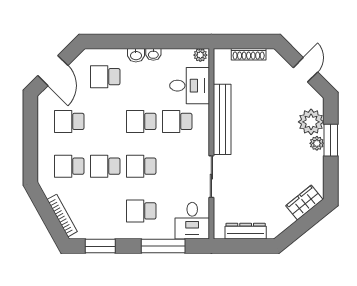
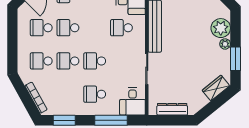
school desk: (141, 121) -> (68, 28), moved
window: (331, 140) -> (235, 59), moved

